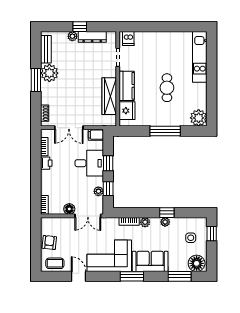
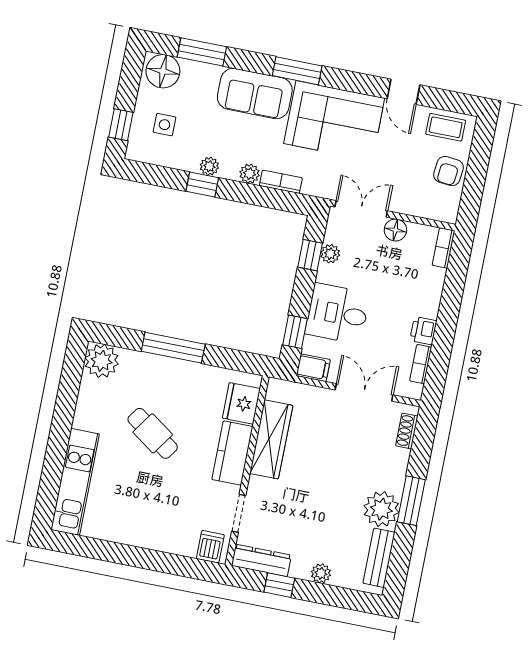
window: (80, 27) -> (279, 585), moved
dresser: (92, 37) -> (261, 560), moved
cafe table: (167, 88) -> (153, 433), turned -55
window: (108, 163) -> (295, 332), moved

